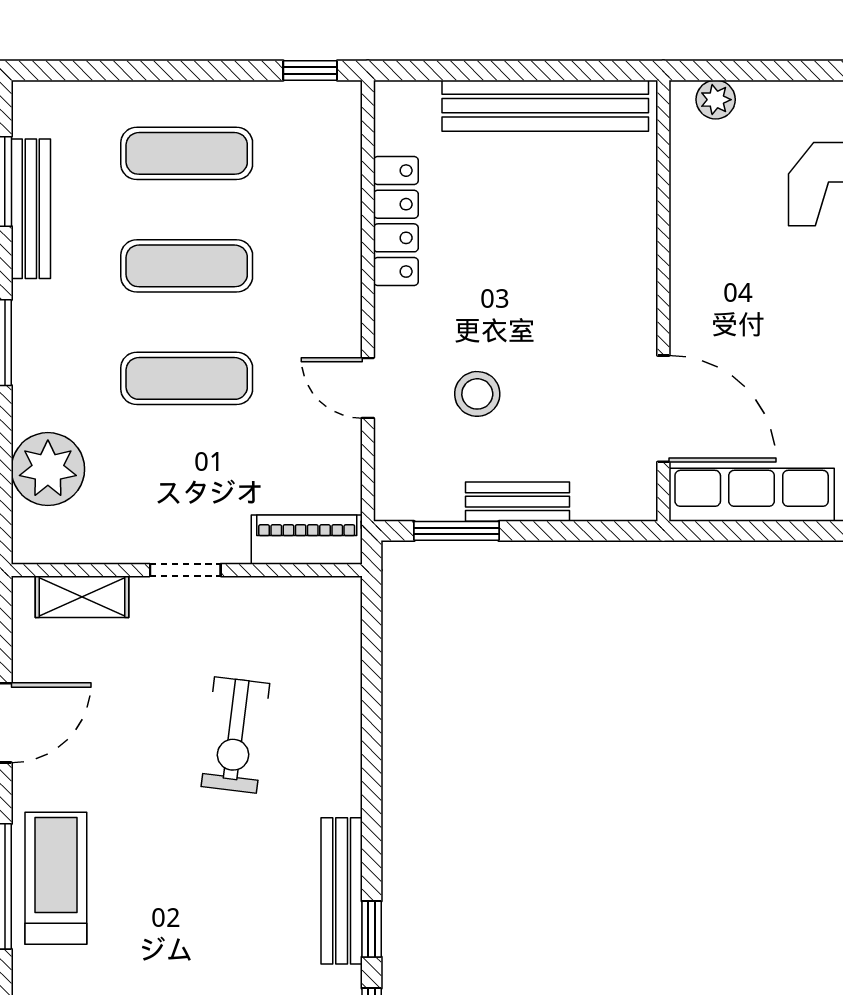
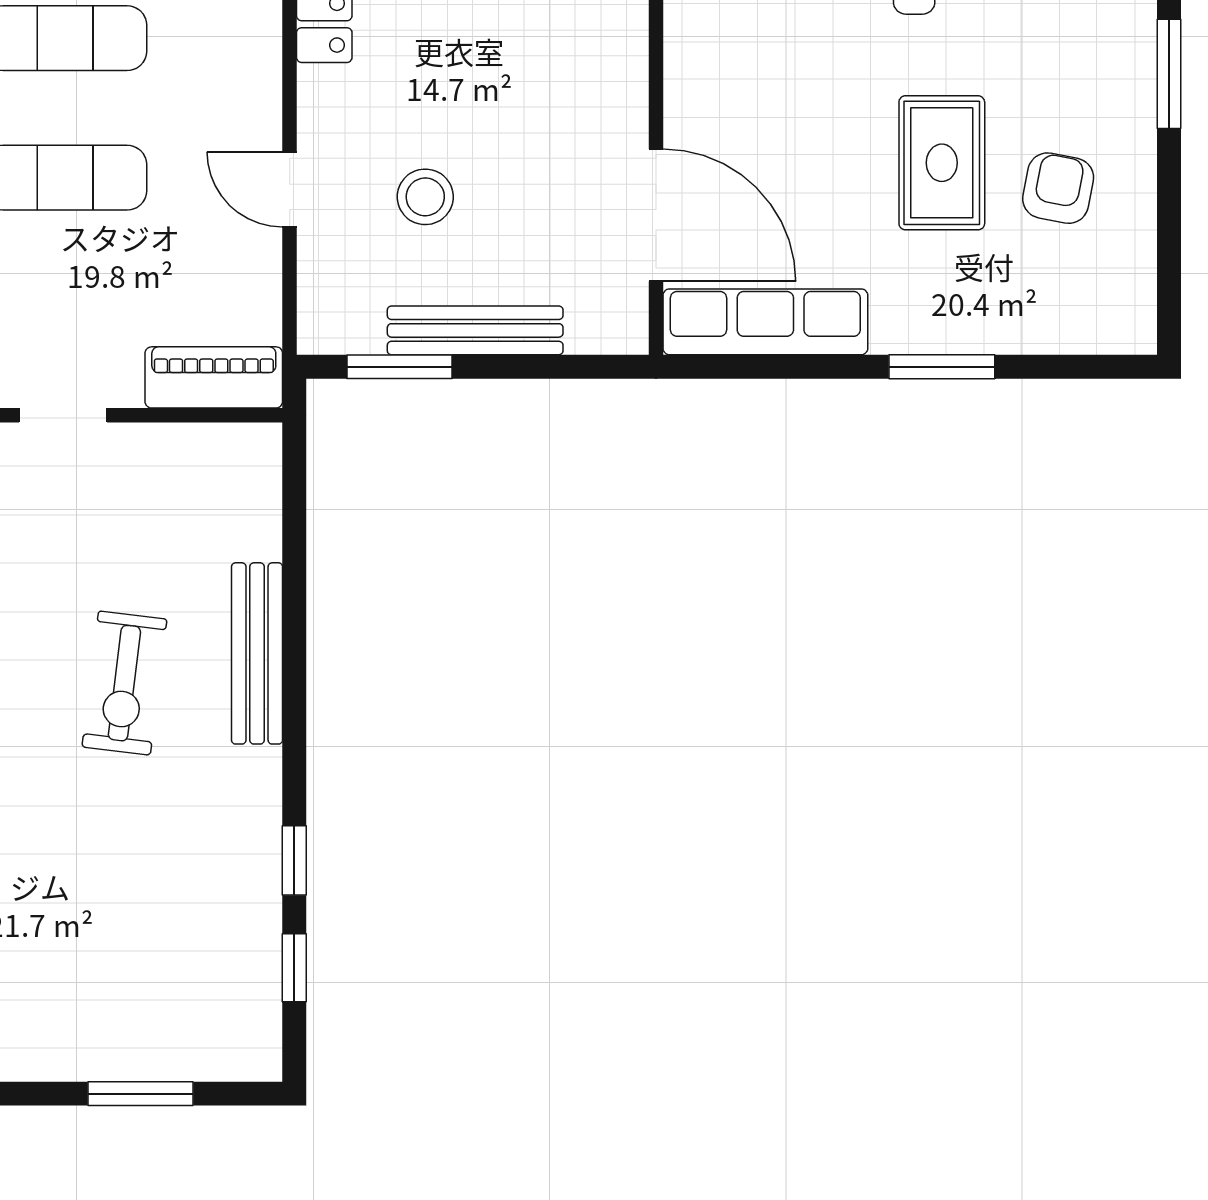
bench: (518, 502) -> (475, 330), width x1.36
exercise bike: (235, 735) -> (124, 683), moved
bench: (342, 891) -> (257, 653), moved

